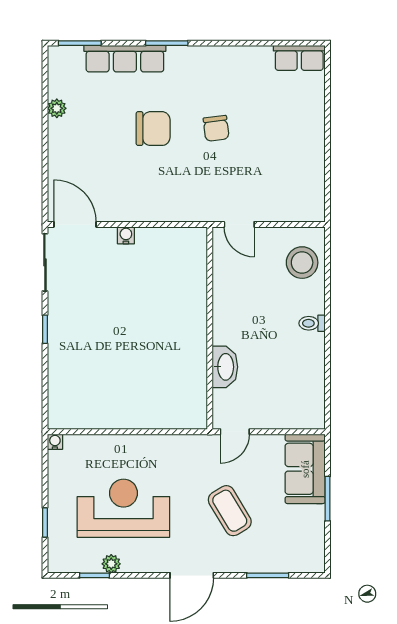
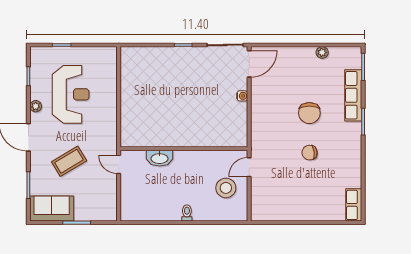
stool: (302, 263) -> (226, 188), moved
water cooler: (55, 442) -> (112, 51), removed
sofa: (305, 469) -> (52, 209), moved
plant: (111, 564) -> (36, 106), moved

